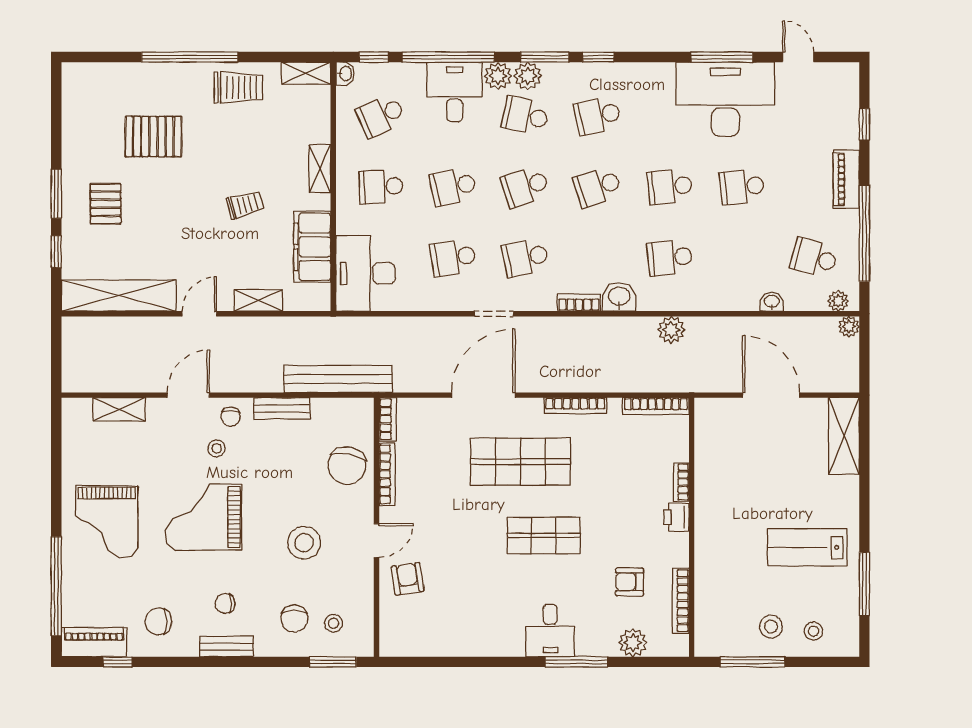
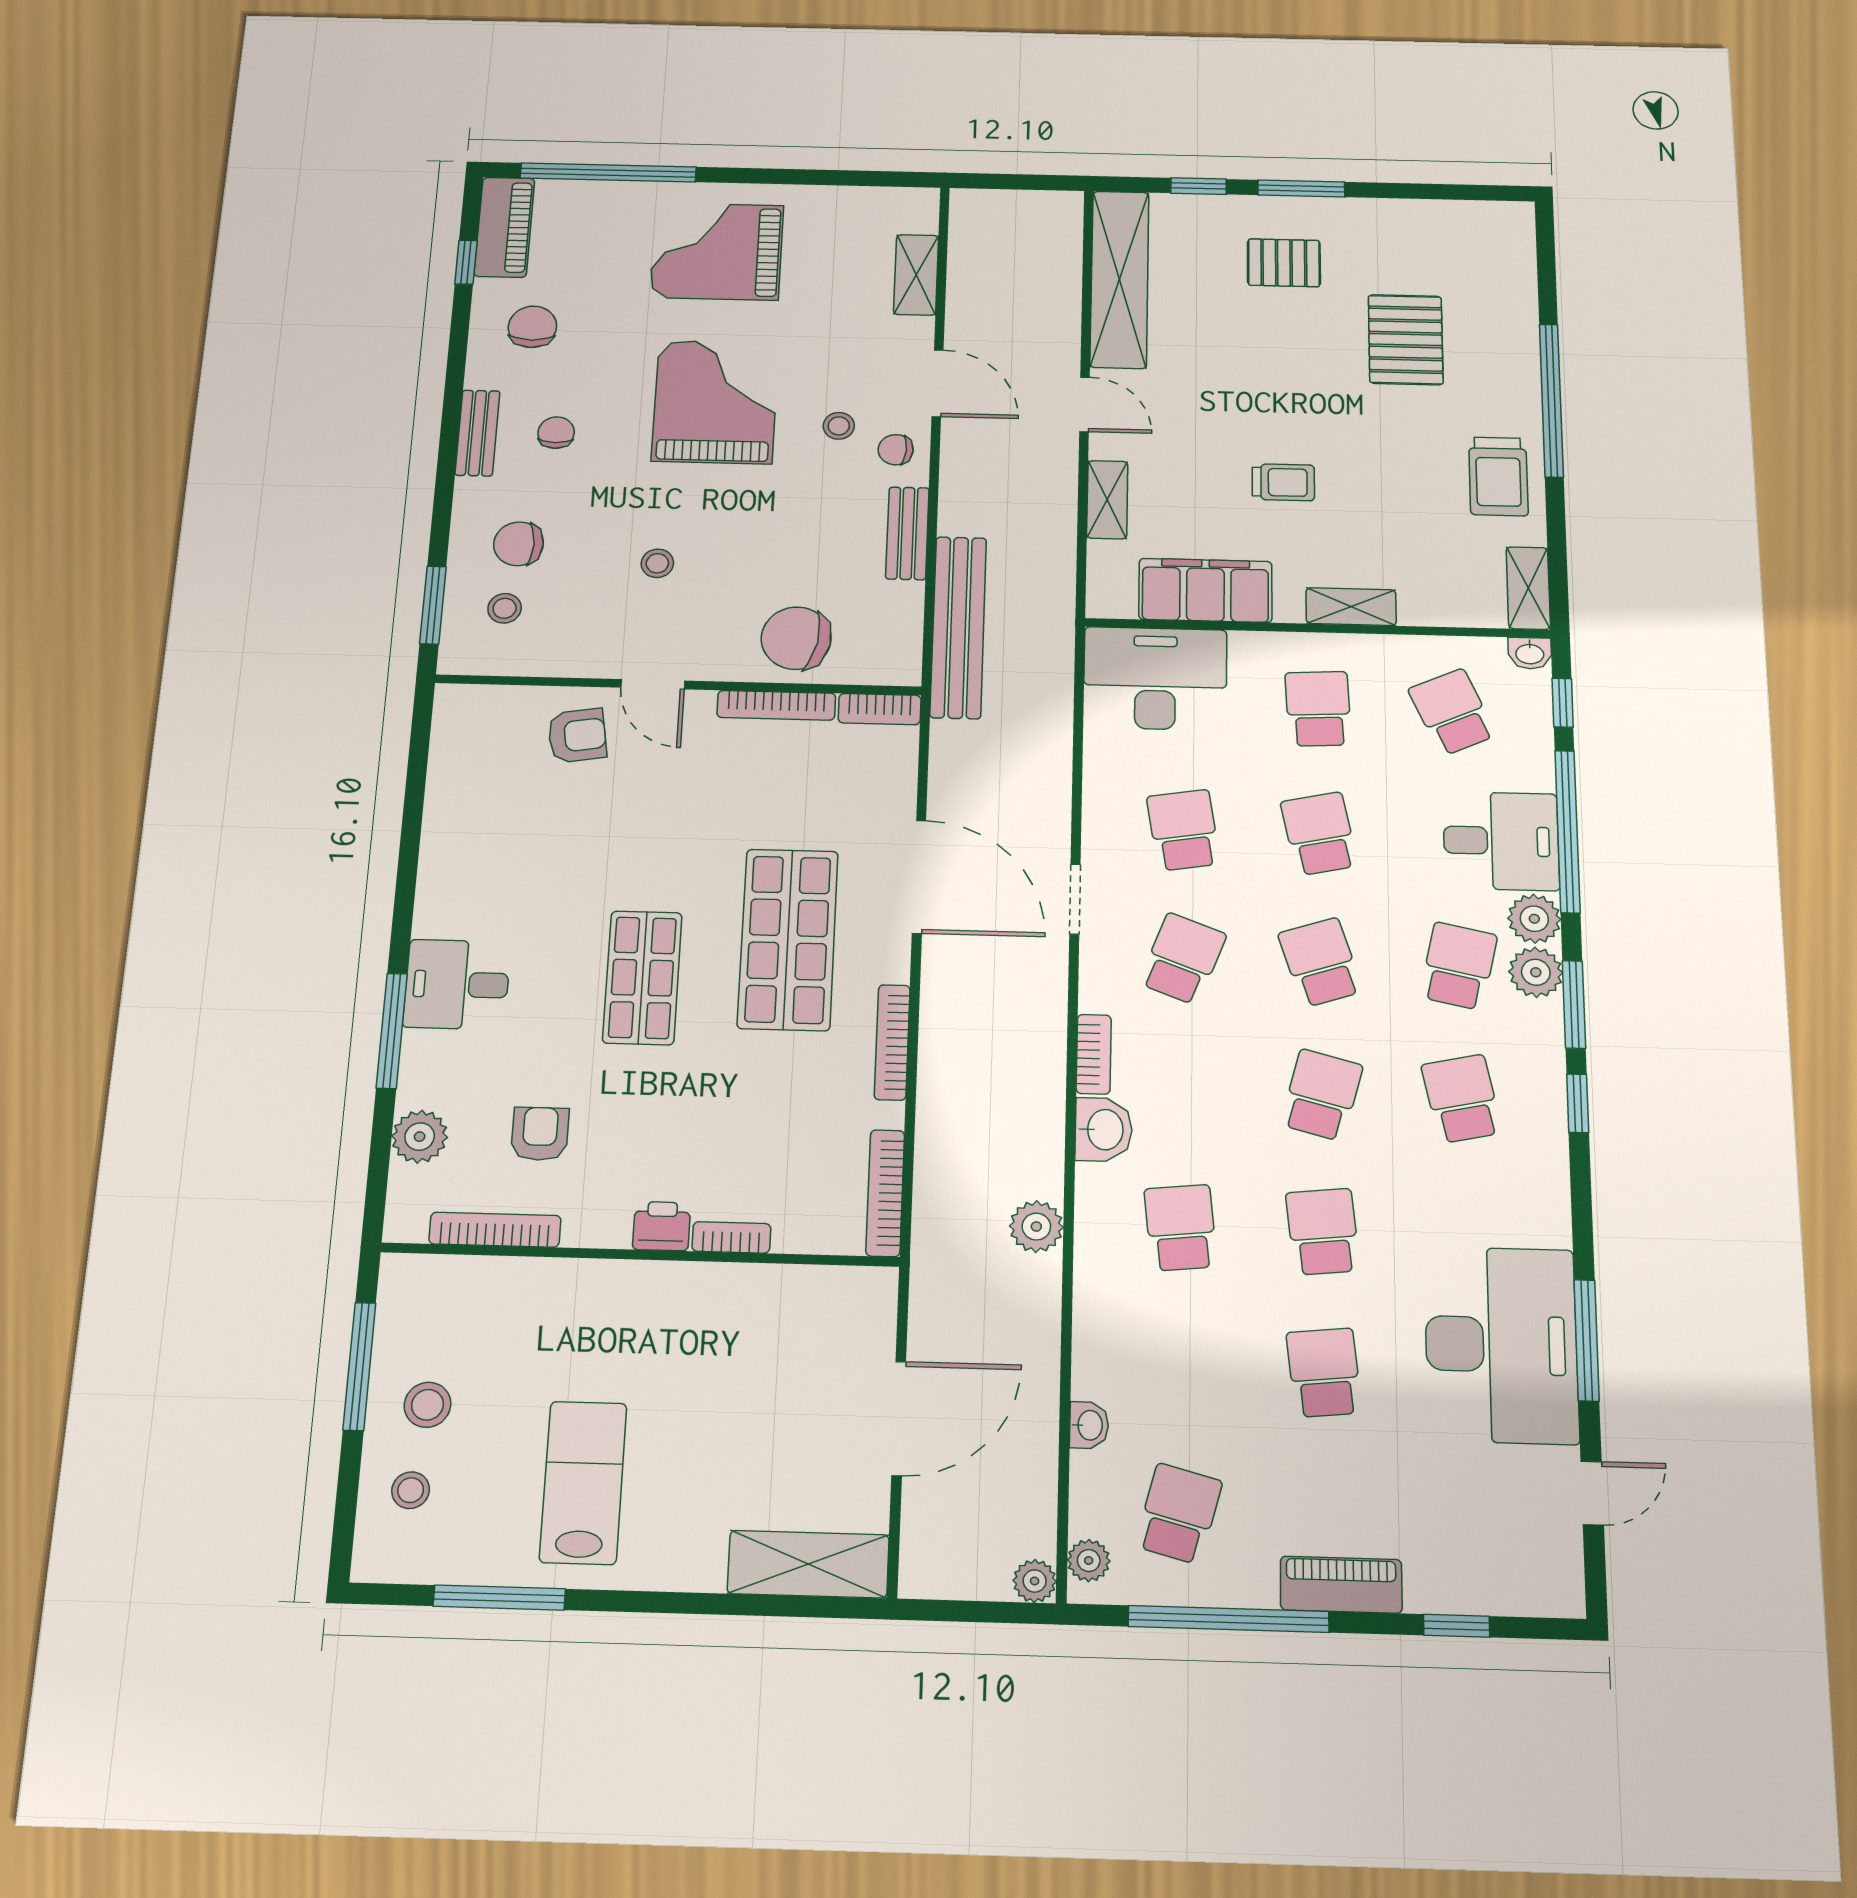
school desk: (598, 187) -> (1322, 1095), turned 33
trolley: (245, 205) -> (1283, 482), turned -75
school desk: (525, 258) -> (1183, 959), turned 33
stool: (304, 543) -> (657, 563), width x0.53, depth x0.53

